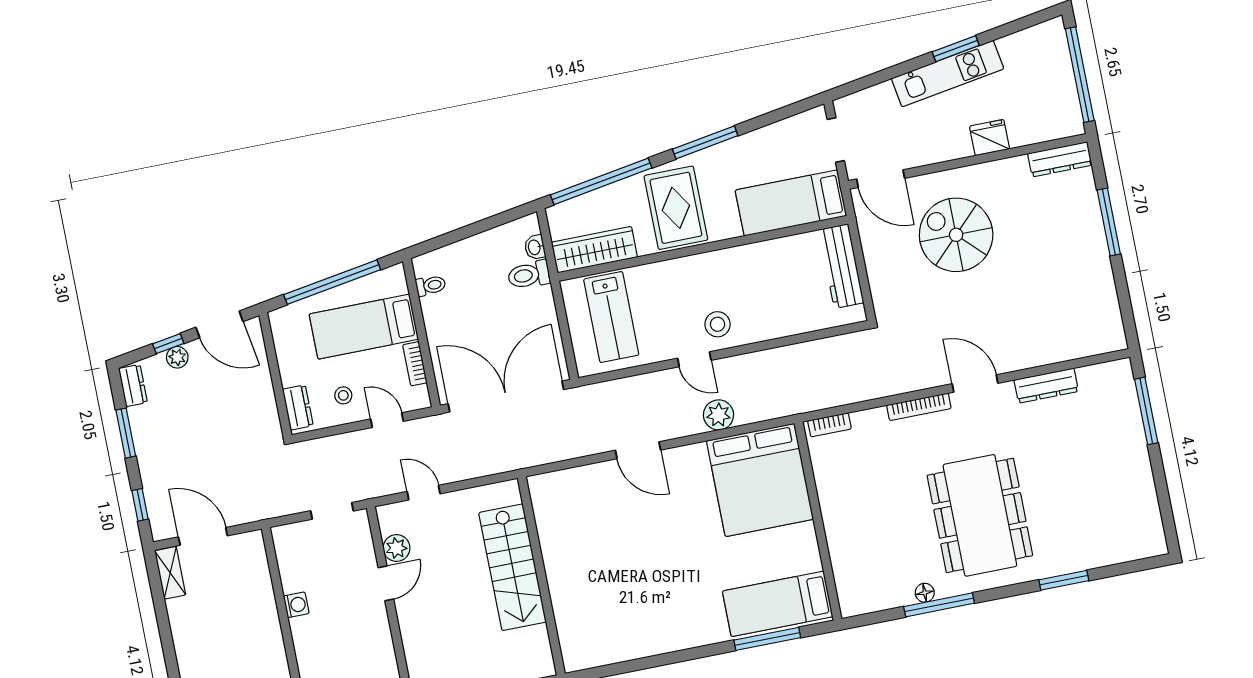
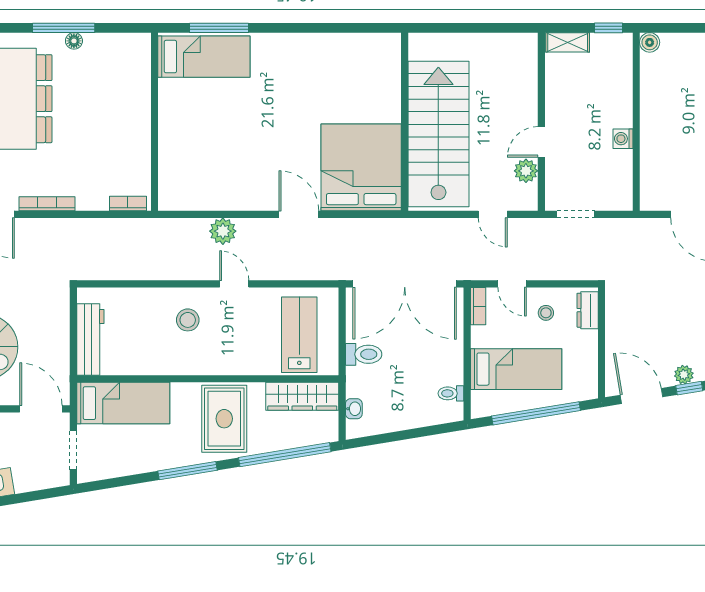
toilet: (529, 275) -> (364, 354), moved
stool: (718, 324) -> (188, 320), moved
bookcase: (415, 364) -> (478, 306), moved
bed: (760, 480) -> (361, 167), moved
stairs: (513, 567) -> (438, 134), width x1.36, depth x1.51

